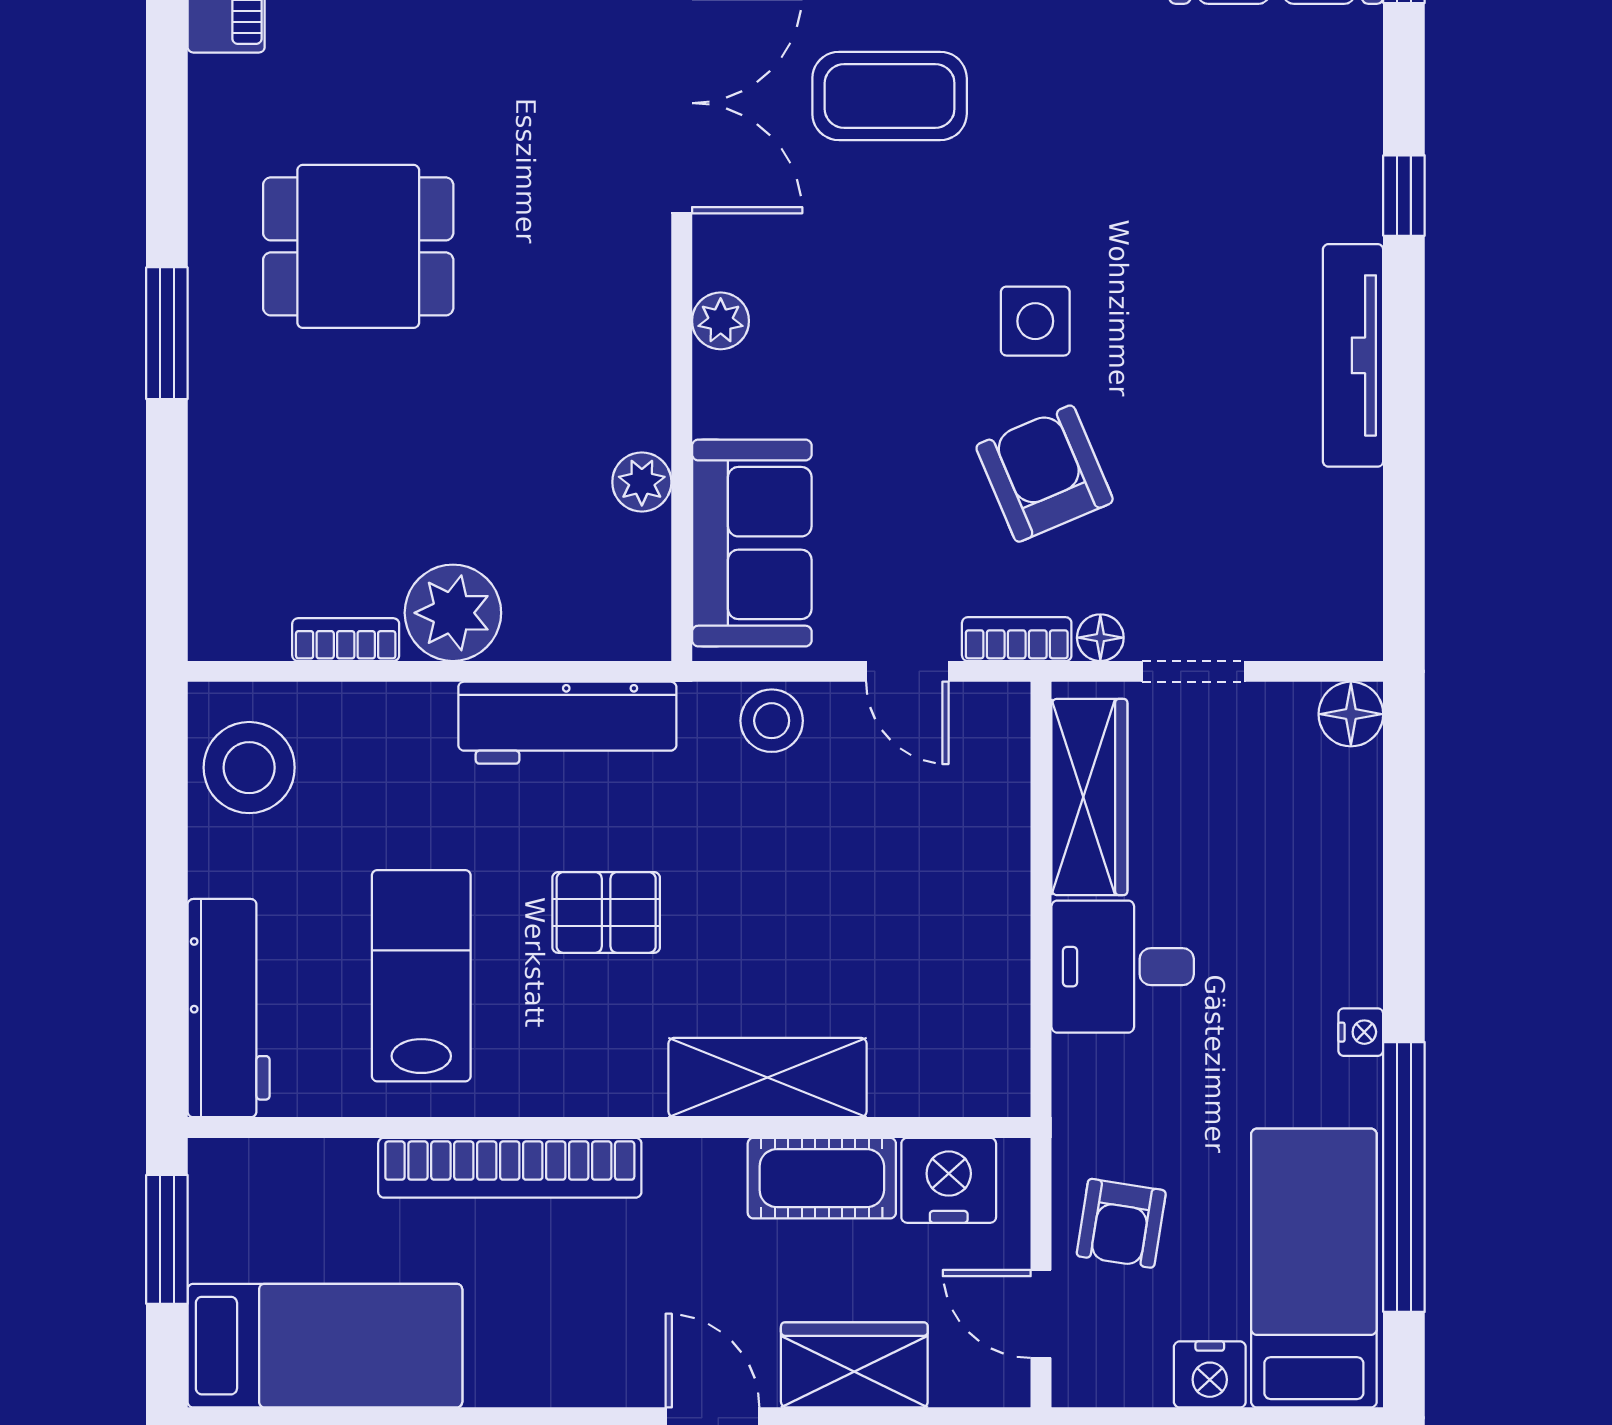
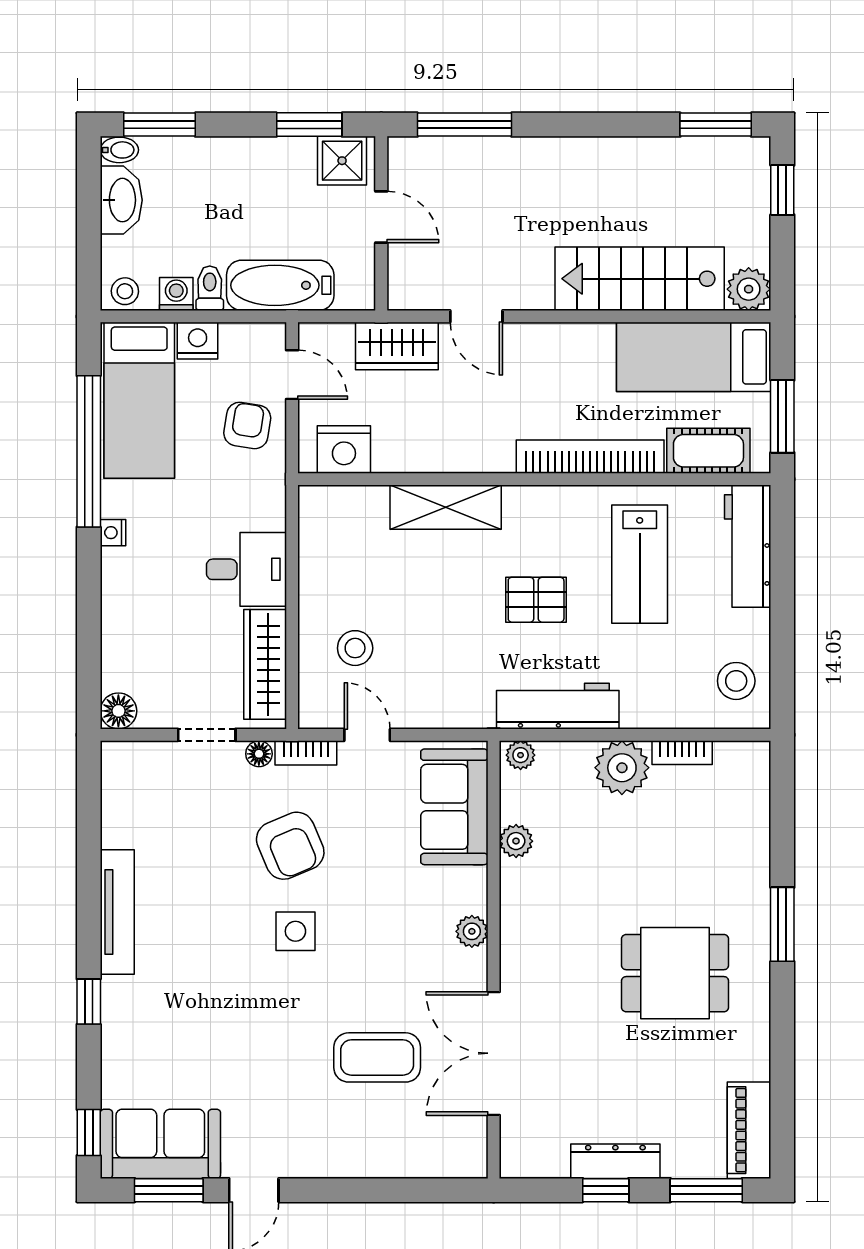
plant: (634, 635) -> (521, 755), added
stool: (772, 721) -> (355, 648), moved
stool: (249, 768) -> (736, 681), width x0.73, depth x0.73
cot: (822, 1178) -> (708, 451), moved

